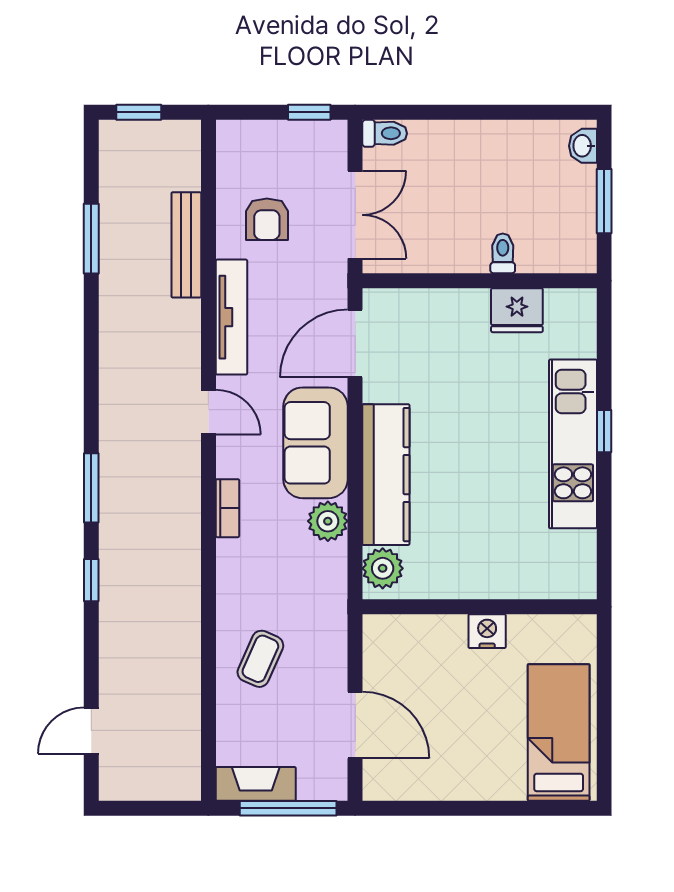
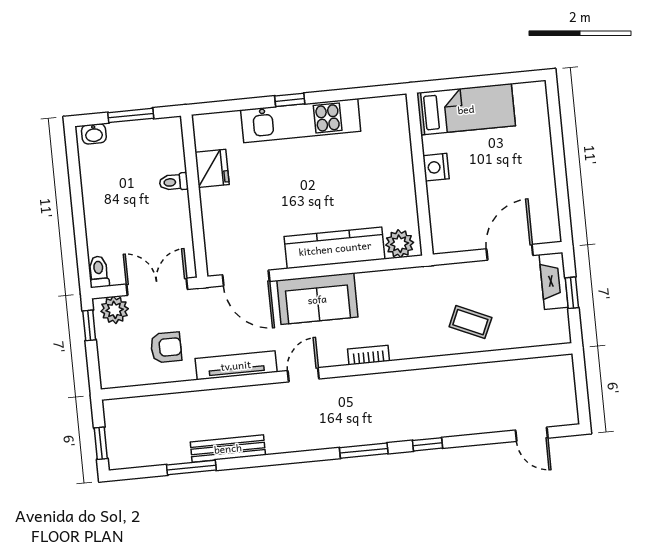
bench: (186, 245) -> (228, 448), moved
plant: (328, 521) -> (115, 310), moved
bed: (559, 733) -> (466, 109), moved, turned 180
fireplace: (256, 784) -> (554, 281), moved
window: (288, 808) -> (572, 293), width x0.46

